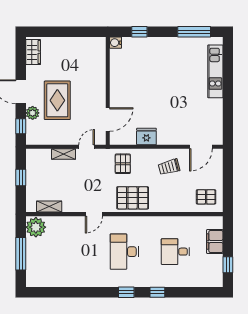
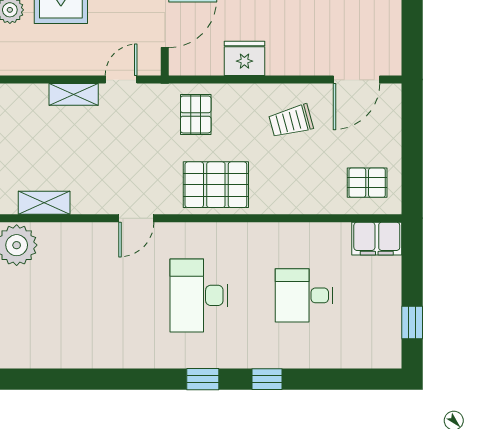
filing cabinet: (215, 241) -> (377, 239), moved, turned -90

